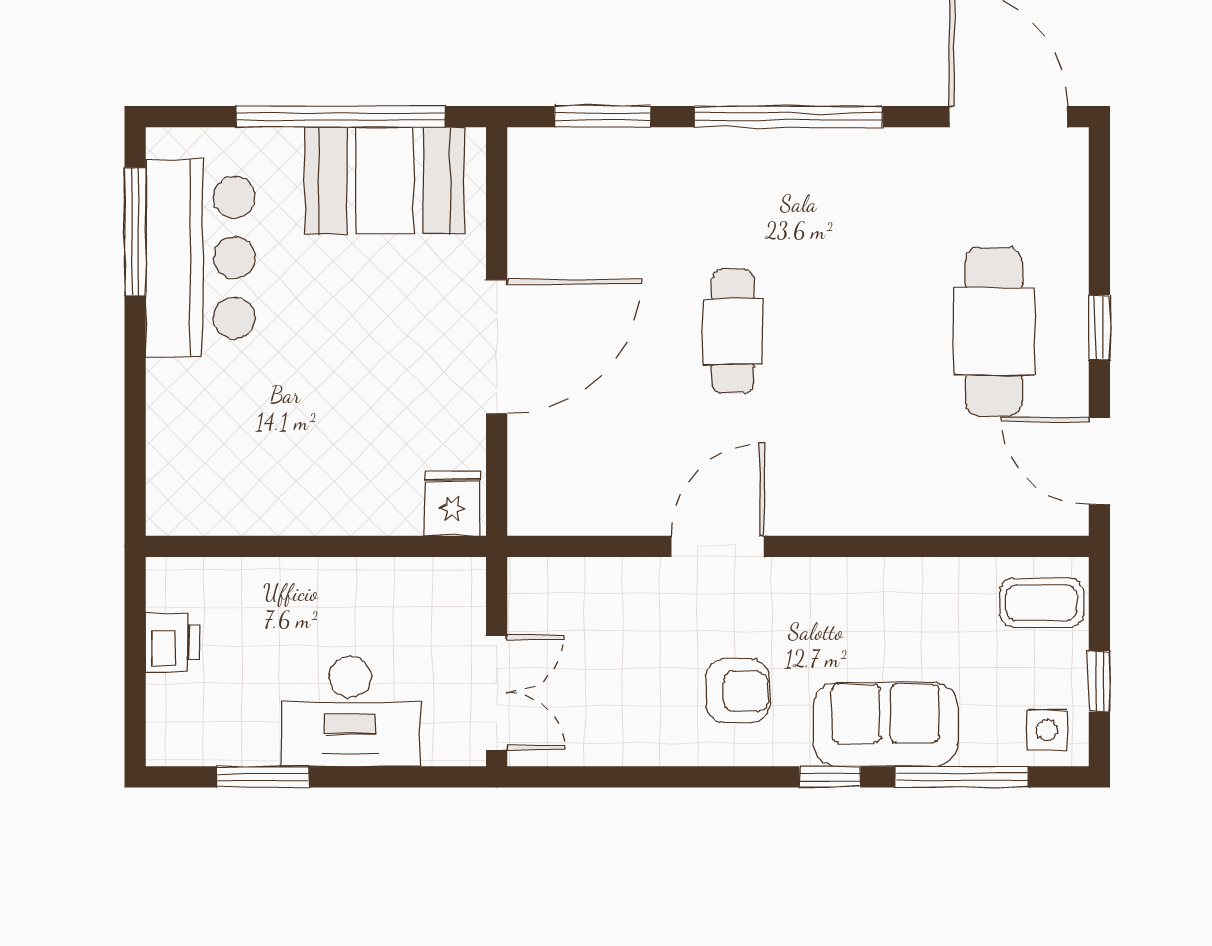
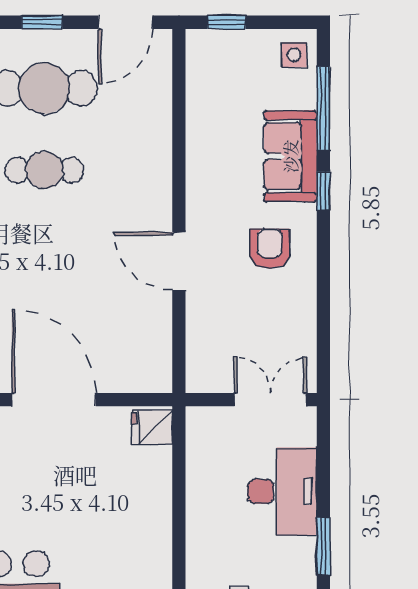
cafe table: (733, 331) -> (44, 170), moved
coffee table: (1042, 603) -> (214, 58), removed
window: (1099, 681) -> (226, 22), moved

